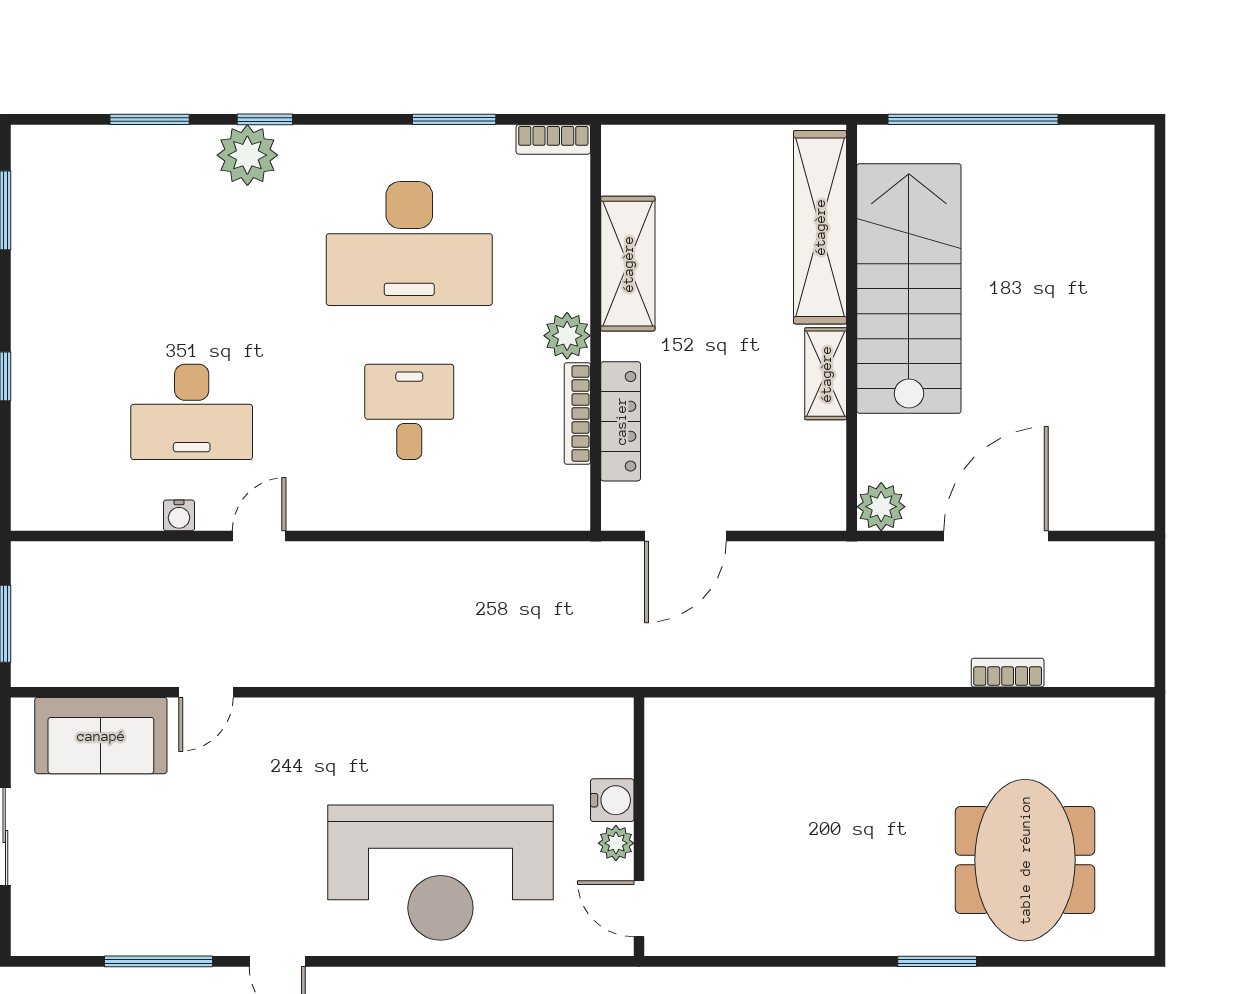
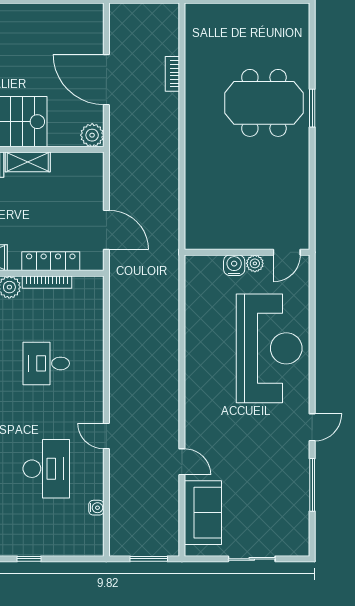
water cooler: (179, 515) -> (96, 508), moved
meeting table: (1025, 860) -> (264, 103), moved

